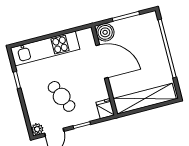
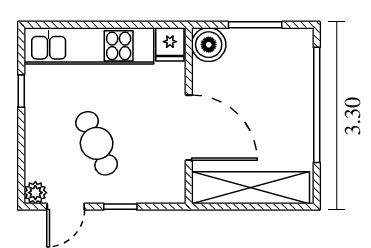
door: (102, 62) -> (189, 128), moved
fridge: (105, 109) -> (170, 44), moved, turned 180

